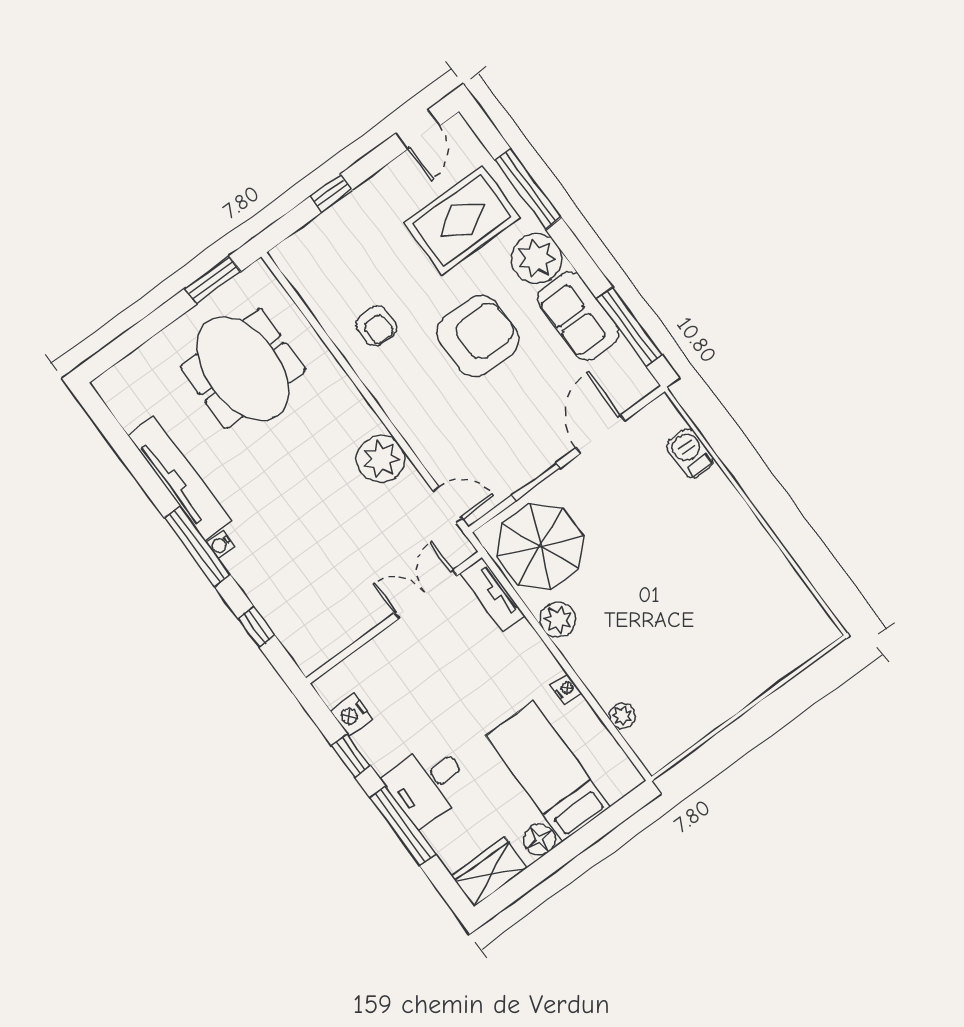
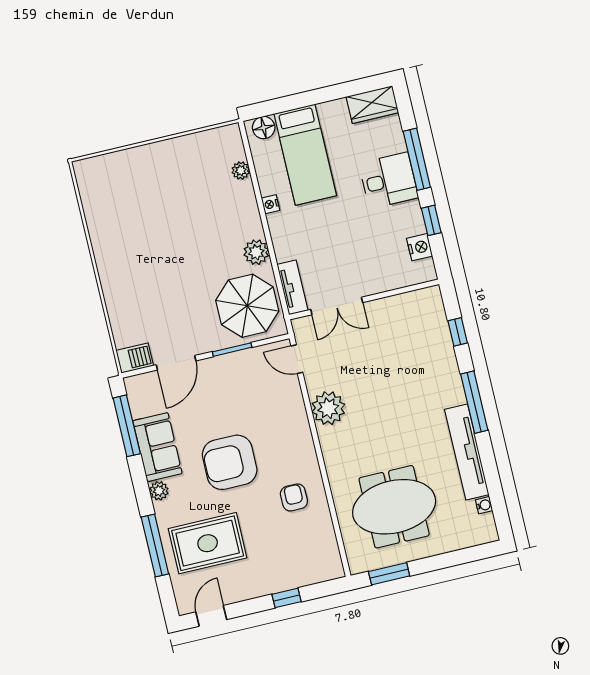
plant: (537, 259) -> (159, 491), width x0.53, depth x0.53
meeting table: (243, 368) -> (394, 507), turned 90
barbecue: (690, 453) -> (135, 358), moved, turned -90
water cooler: (220, 545) -> (484, 505), moved
floor lamp: (539, 840) -> (264, 128), moved

